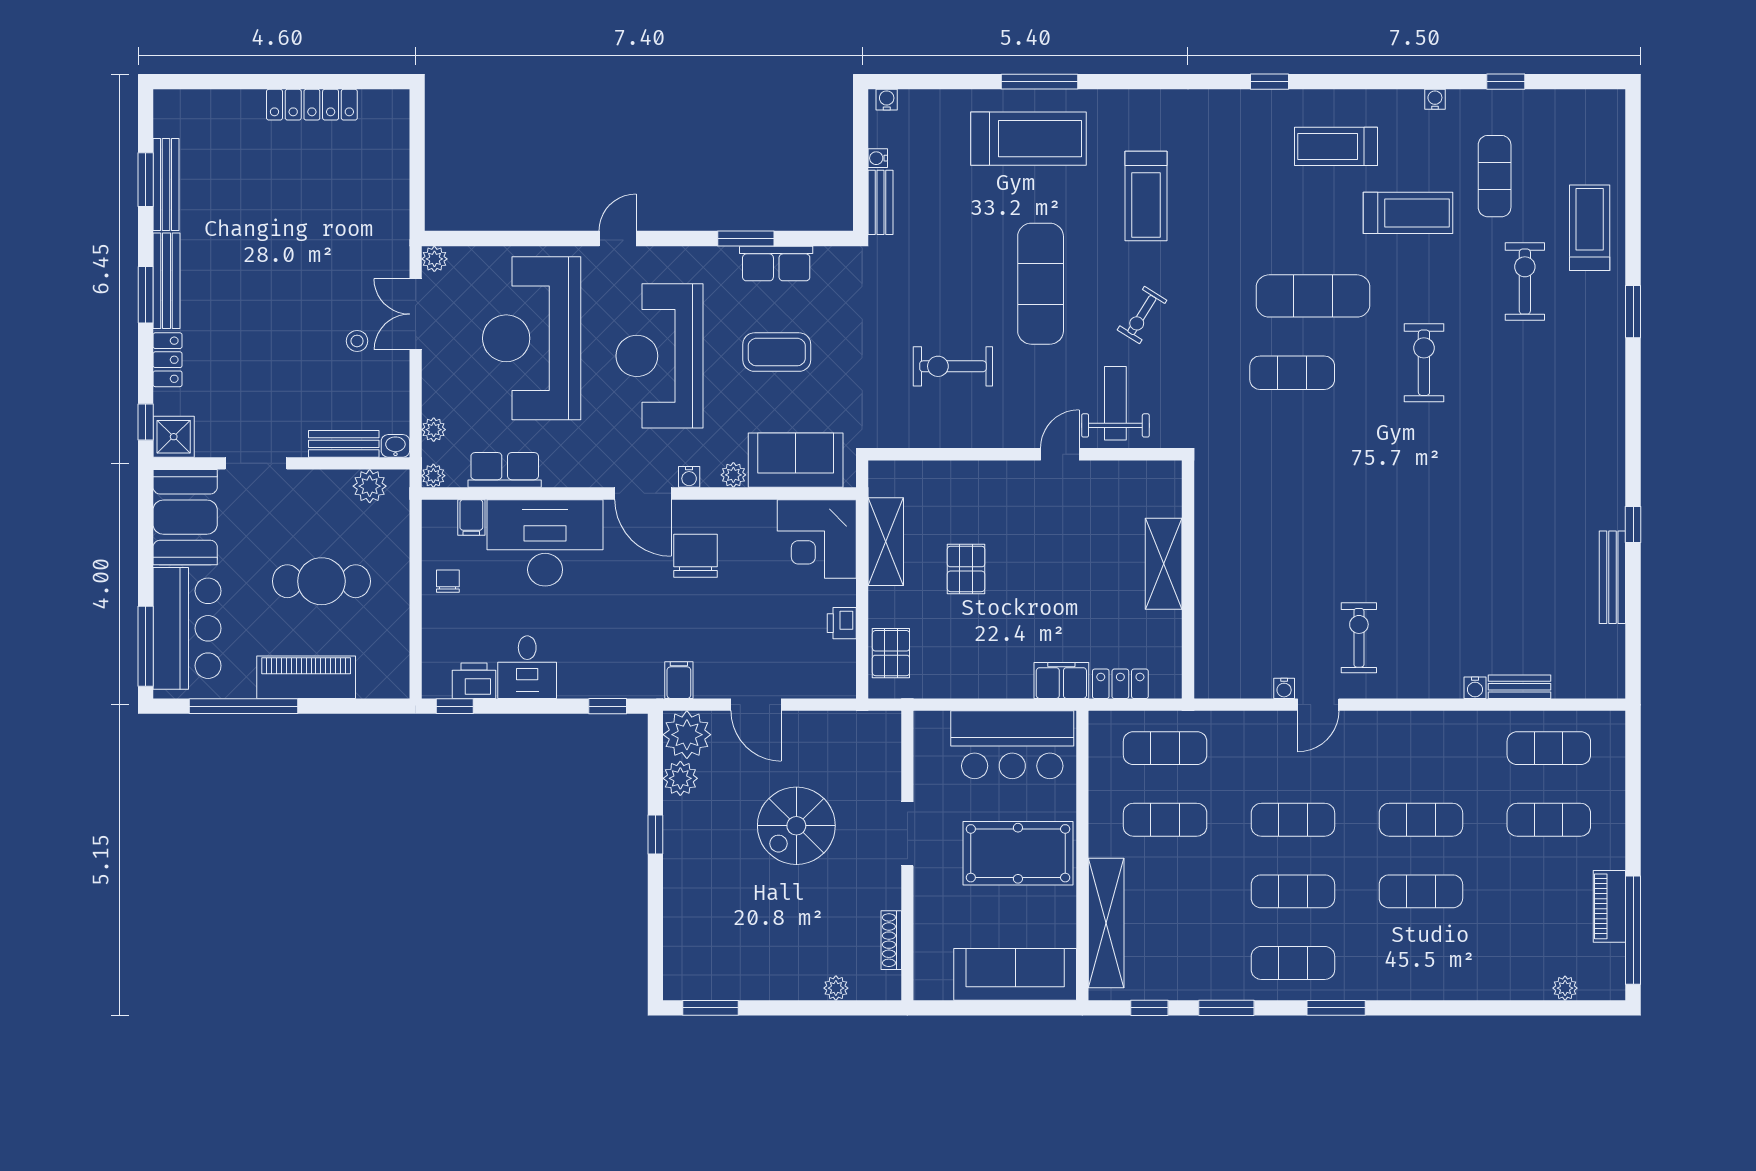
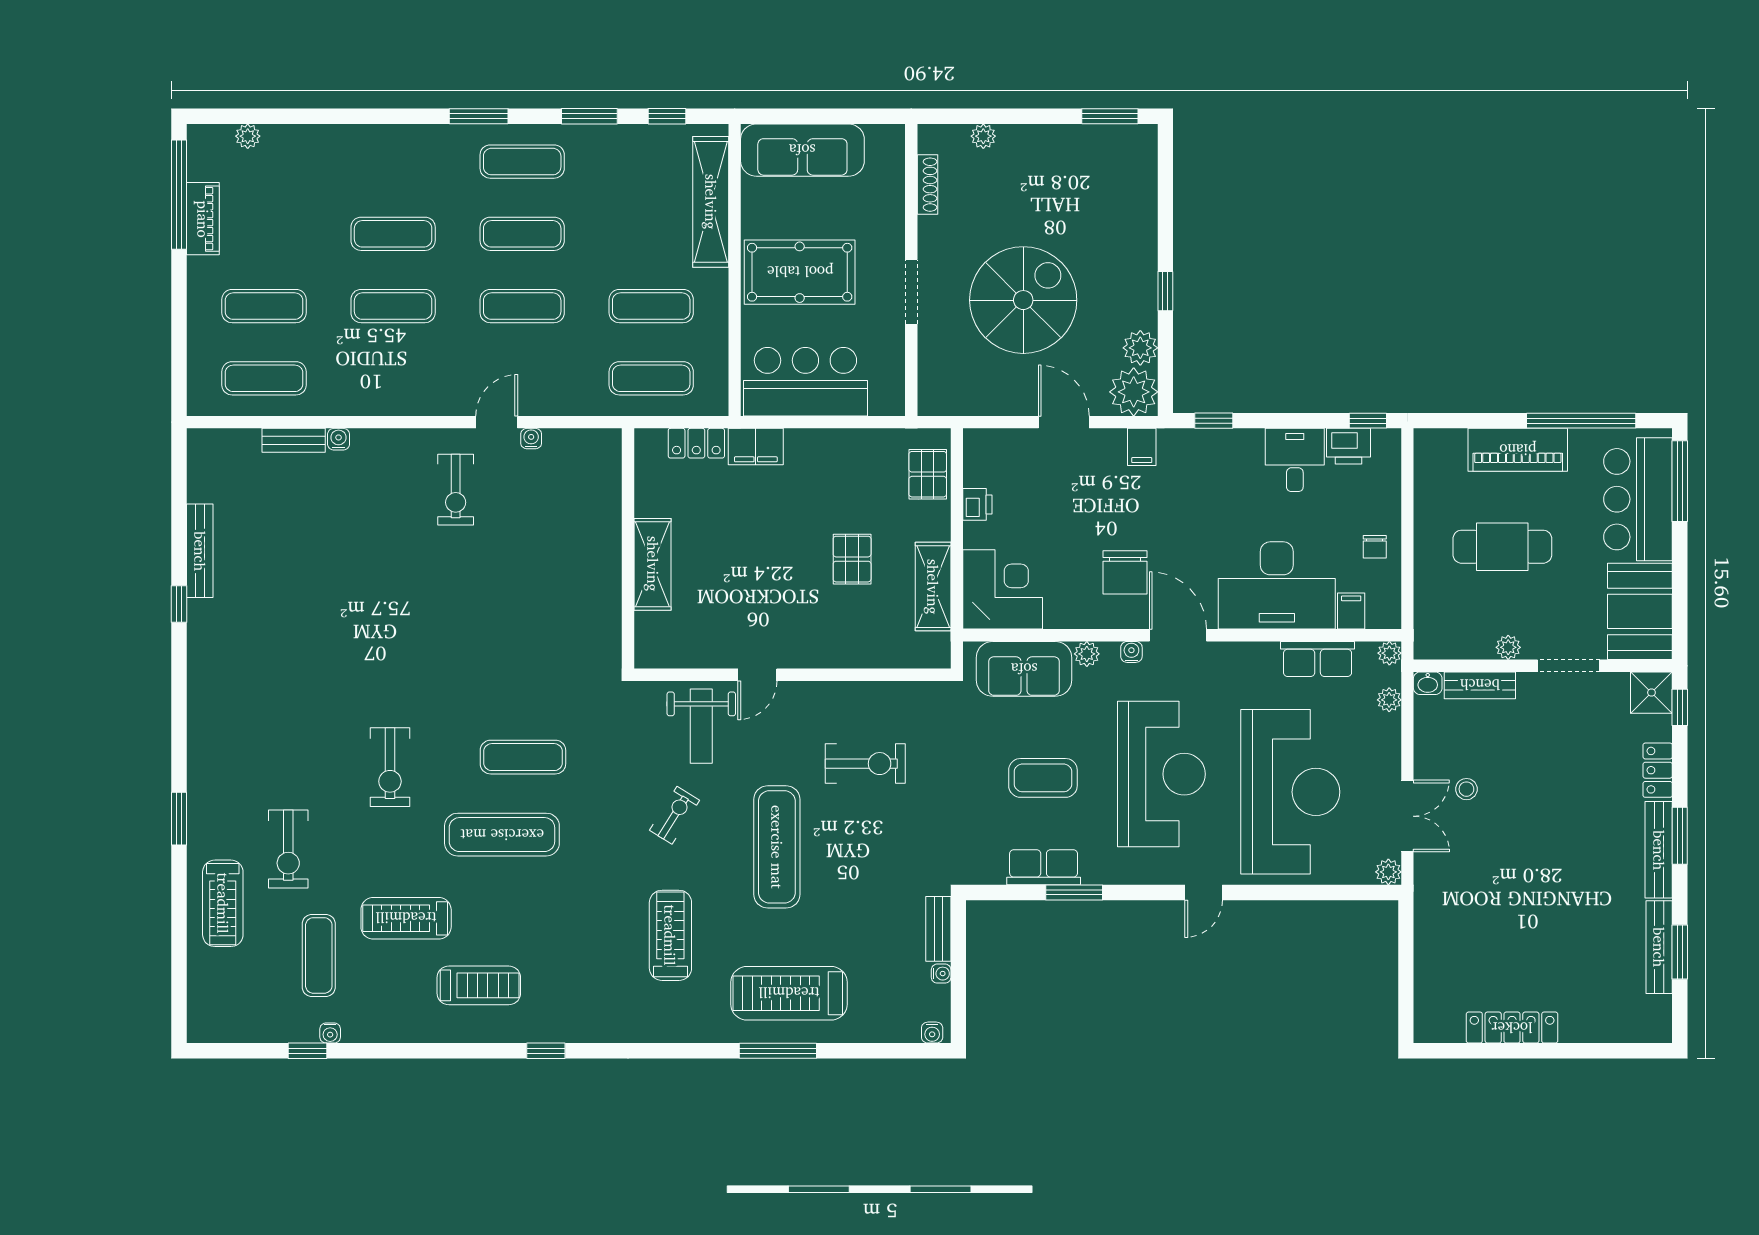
water cooler: (1435, 99) -> (330, 1033), moved
plant: (370, 486) -> (1508, 647), moved, width x0.73, depth x0.73
spiral stairs: (796, 826) -> (1023, 300), width x1.37, depth x1.37

